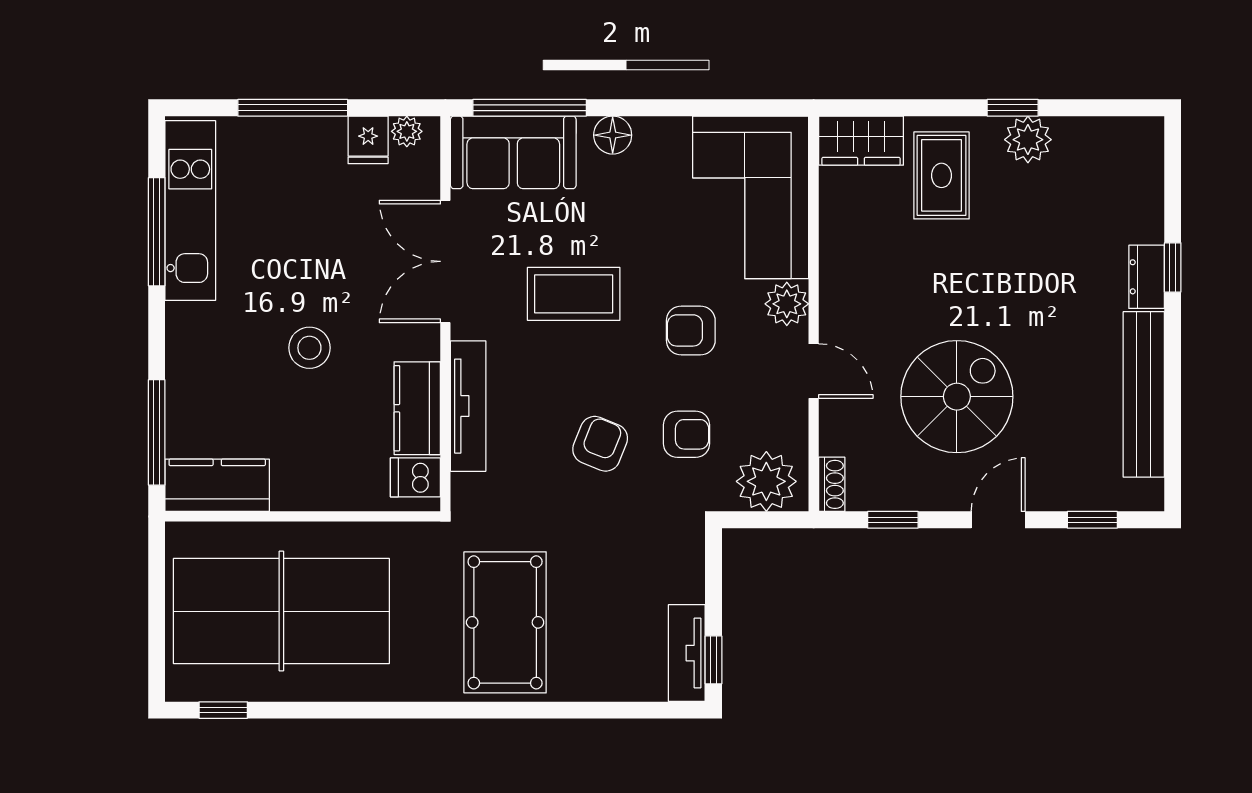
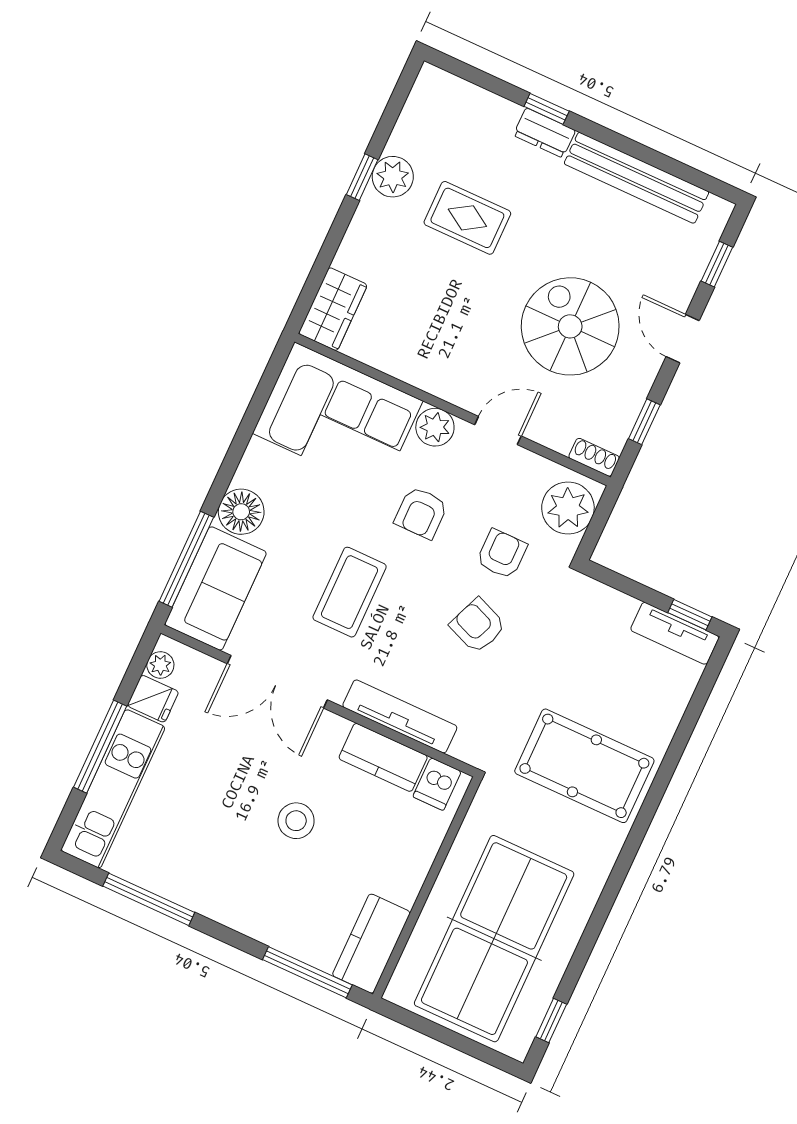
floor lamp: (613, 135) -> (241, 512), width x1.38, depth x1.38
rug: (941, 175) -> (467, 218), moved
kitchen unit: (190, 211) -> (113, 789), moved, turned 90

